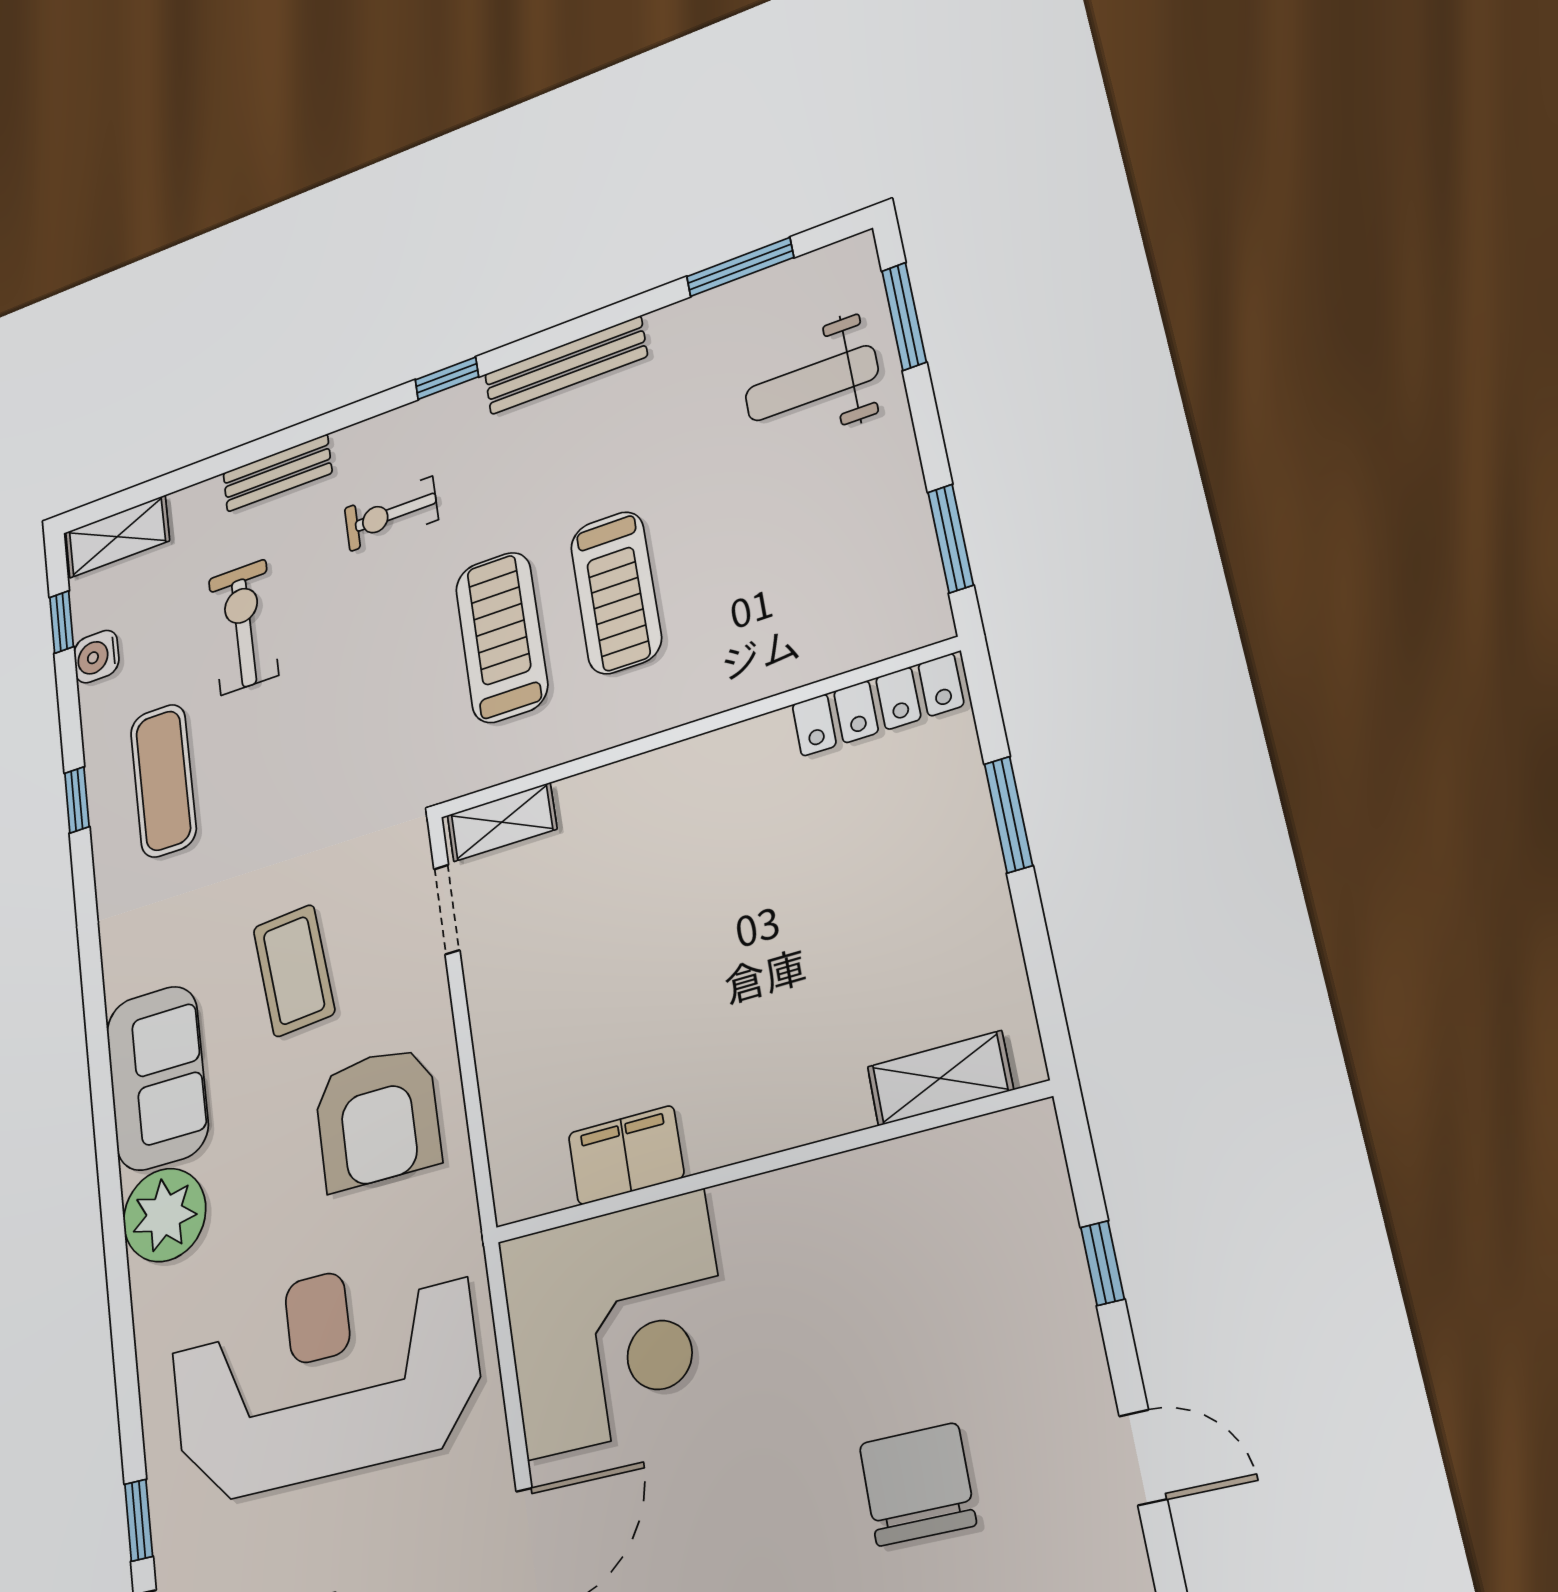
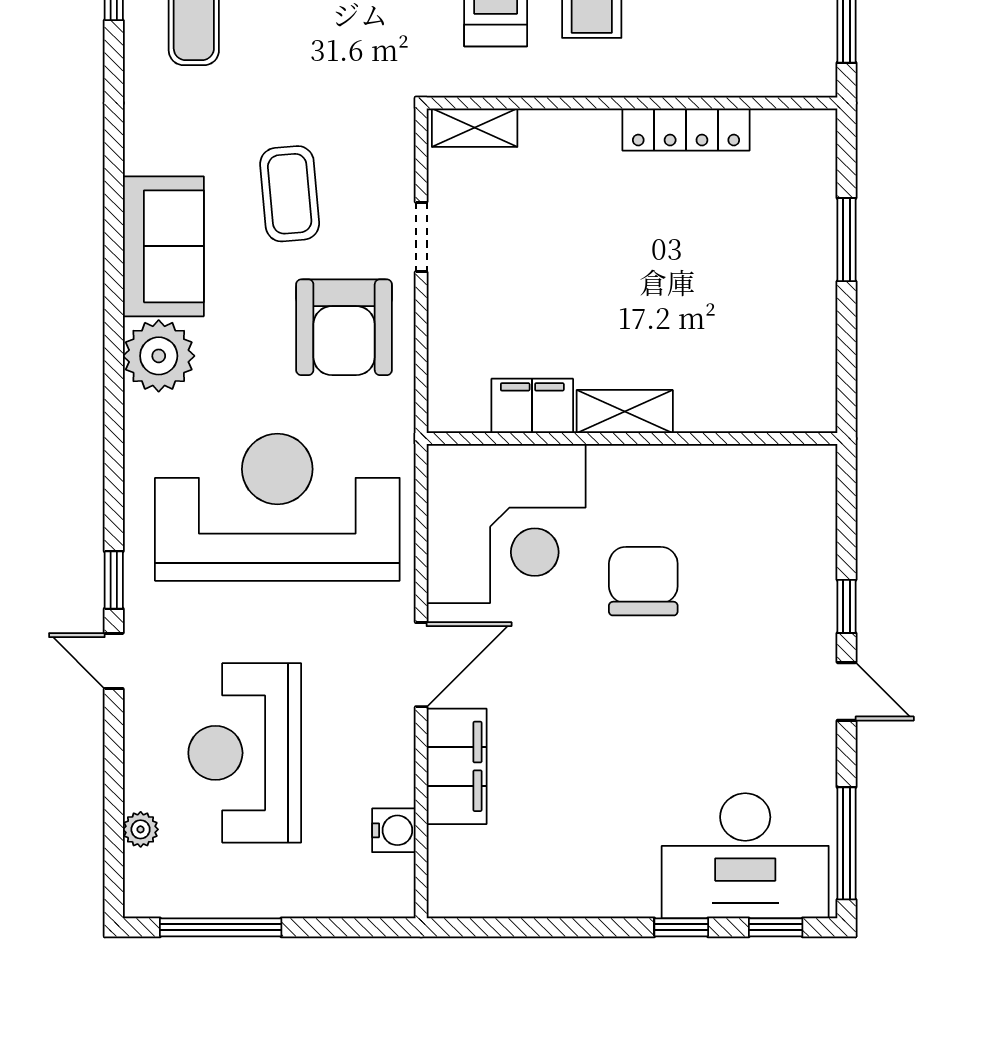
locker: (877, 705) -> (686, 130), moved
doorway: (447, 909) -> (421, 237), moved
shelving: (940, 1078) -> (625, 411), moved
window: (1102, 1263) -> (847, 606), moved
chair: (917, 1484) -> (643, 581), moved

